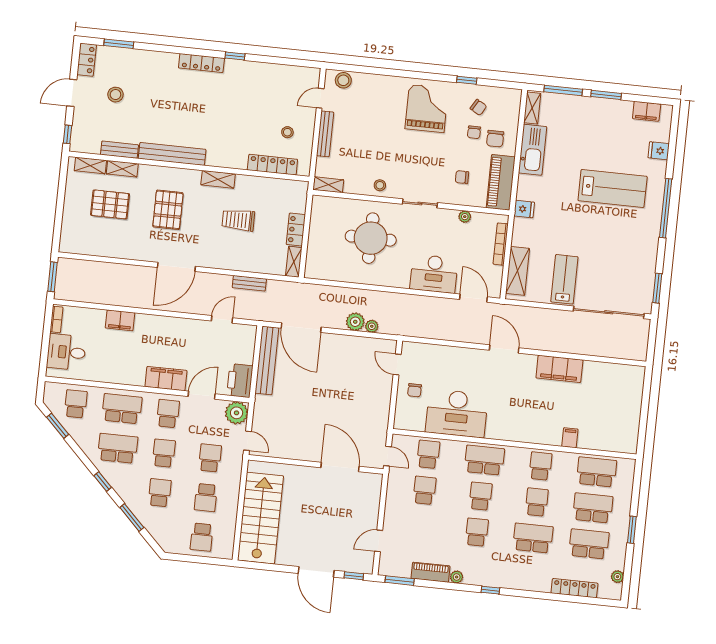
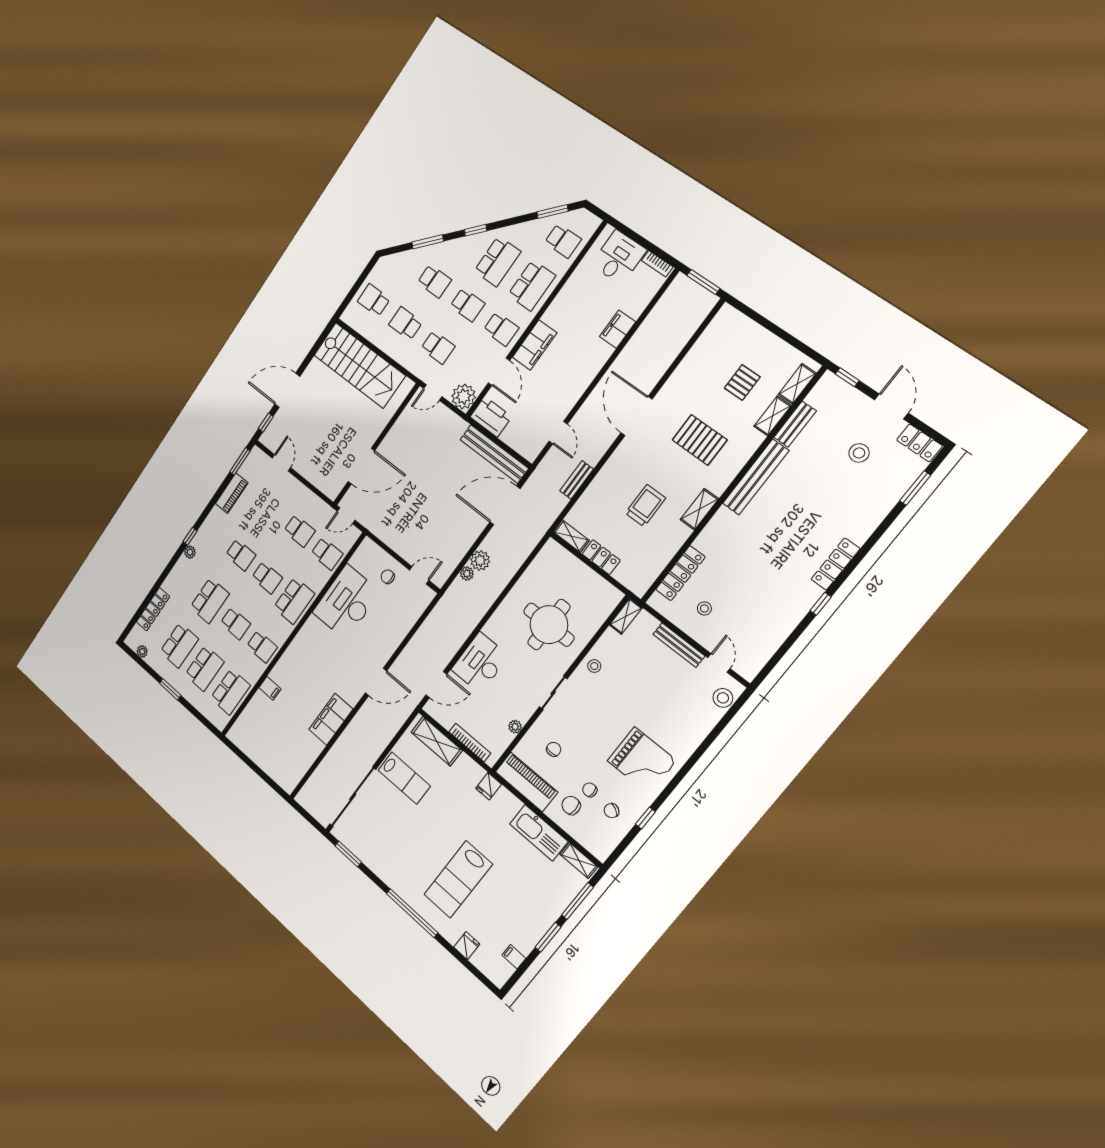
filing cabinet: (647, 111) -> (514, 957), width x0.50
pallet: (110, 204) -> (742, 383), width x0.67, depth x0.71
plant: (457, 577) -> (190, 552), moved

